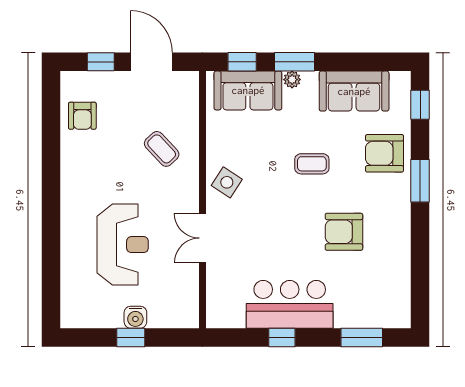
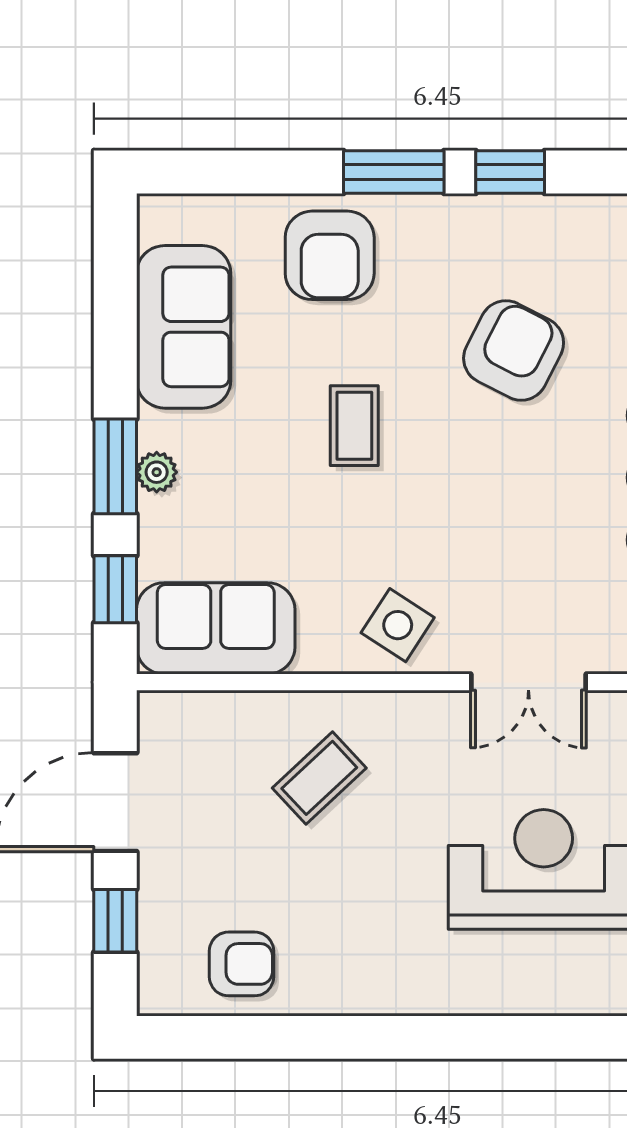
sofa: (248, 90) -> (216, 628), moved, turned -90
window: (420, 105) -> (510, 172), moved
armchair: (344, 232) -> (514, 351), turned -153

